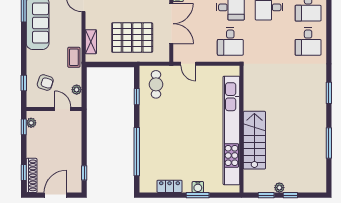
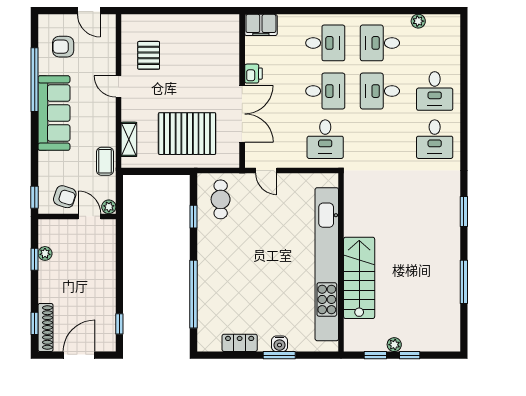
wall: (54, 109) -> (77, 216), moved
door: (63, 109) -> (89, 216), moved

